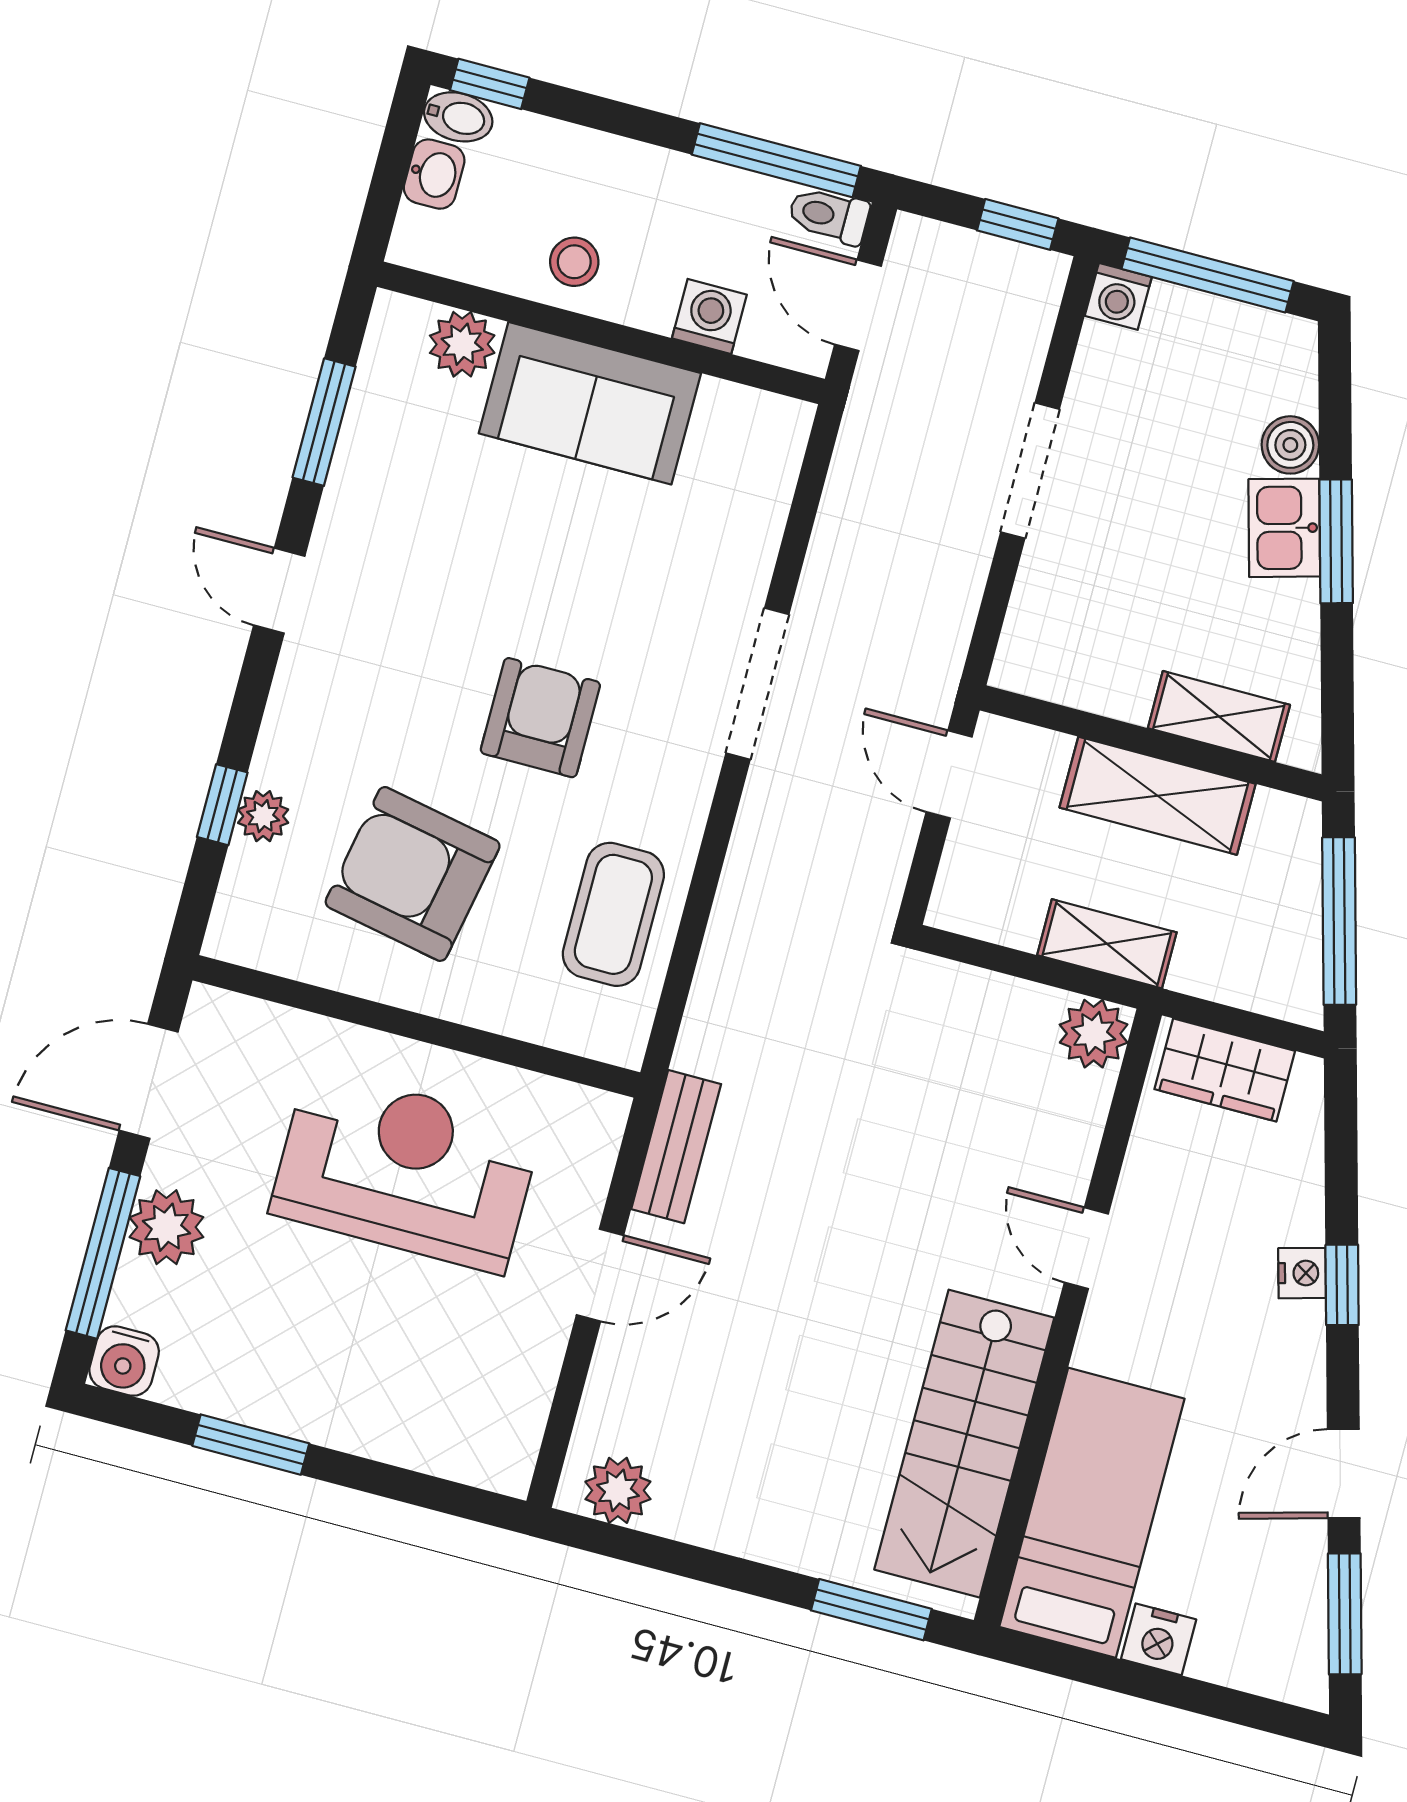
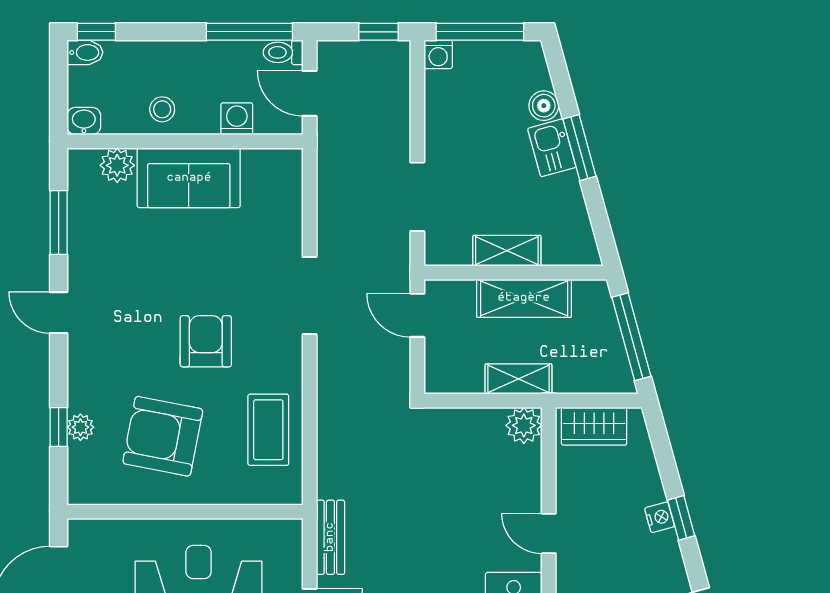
washbasin: (434, 174) -> (84, 121), moved, turned -90
doorway: (1030, 471) -> (417, 197), moved
shelving: (1219, 716) -> (507, 251), moved

